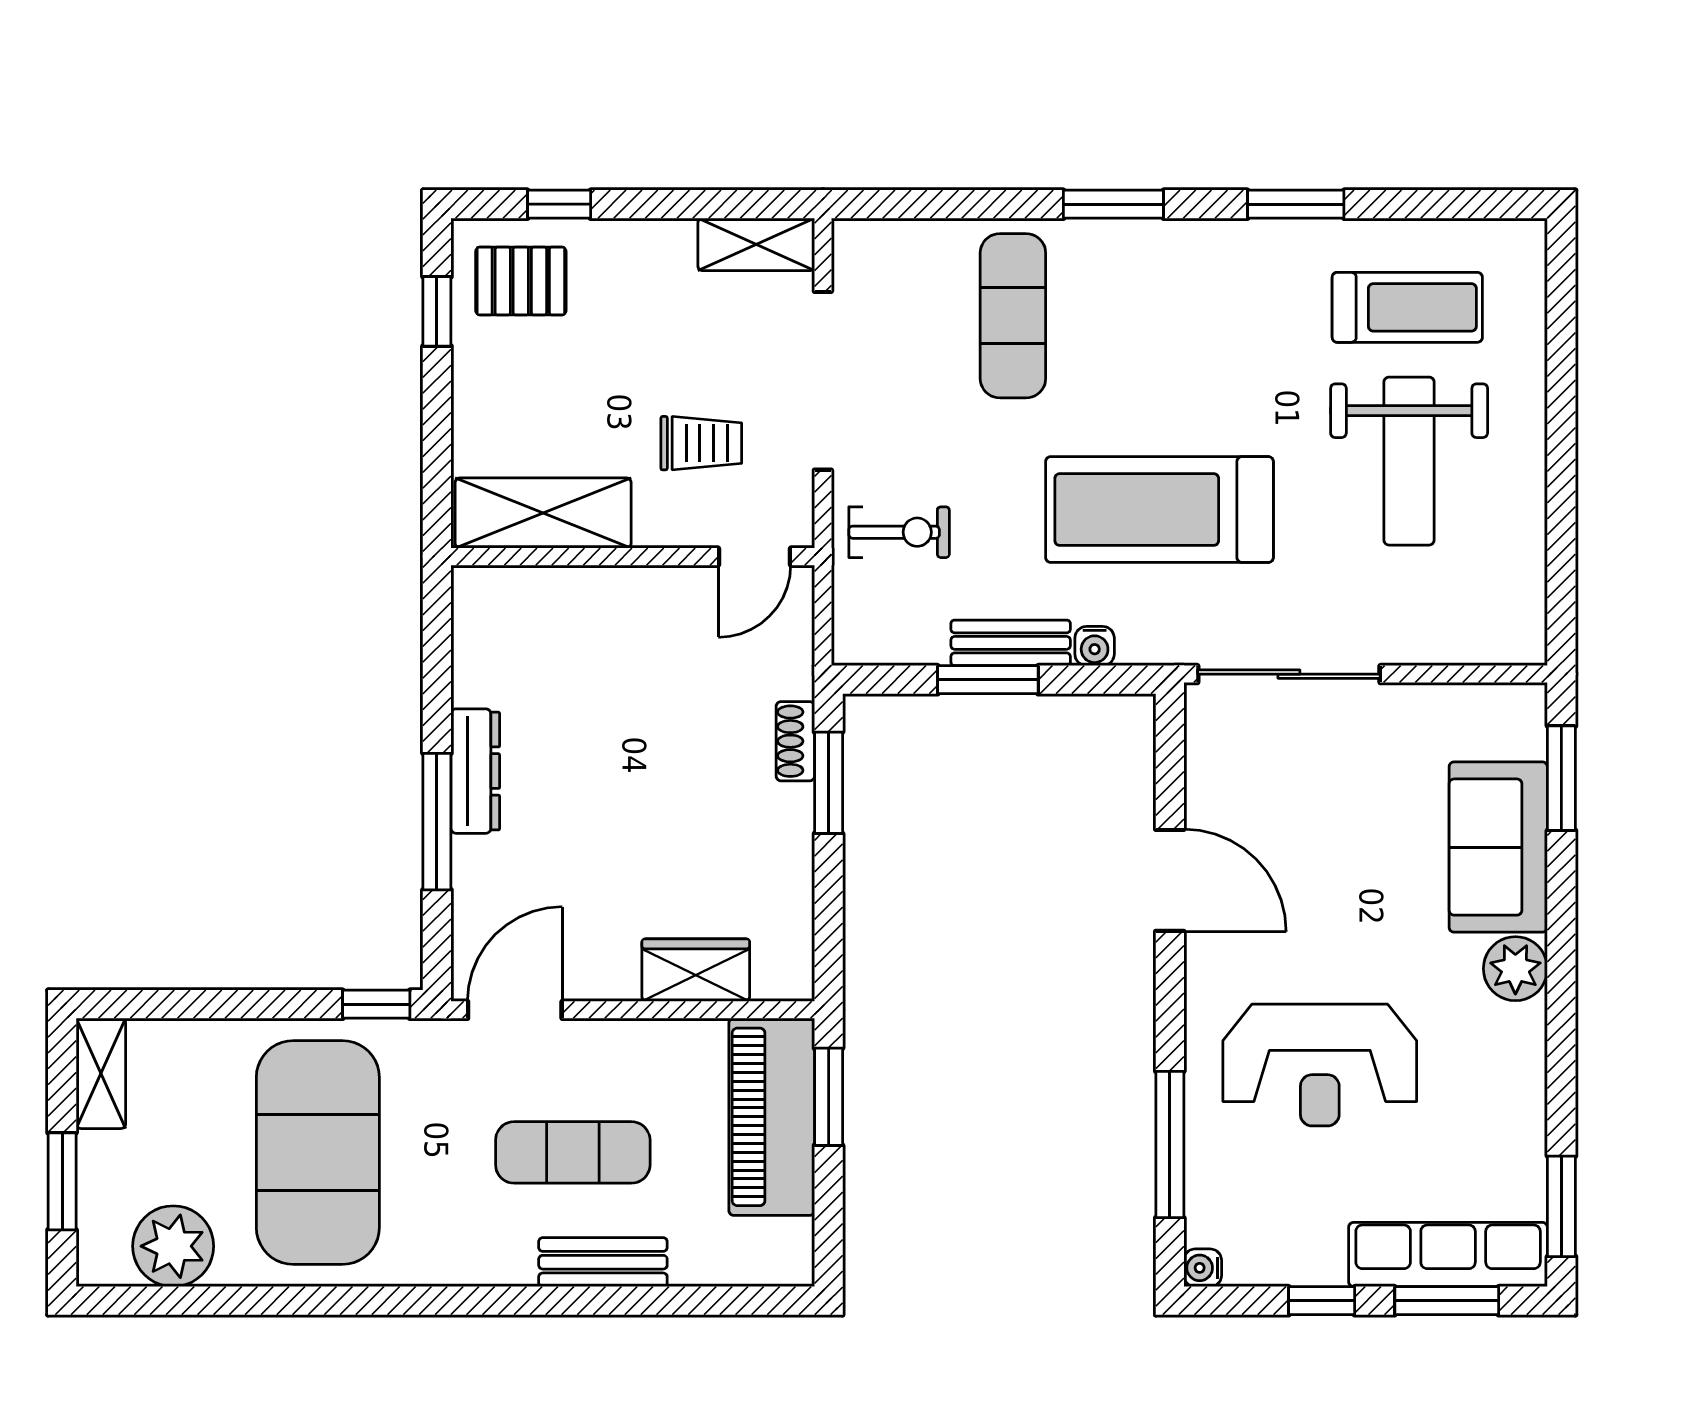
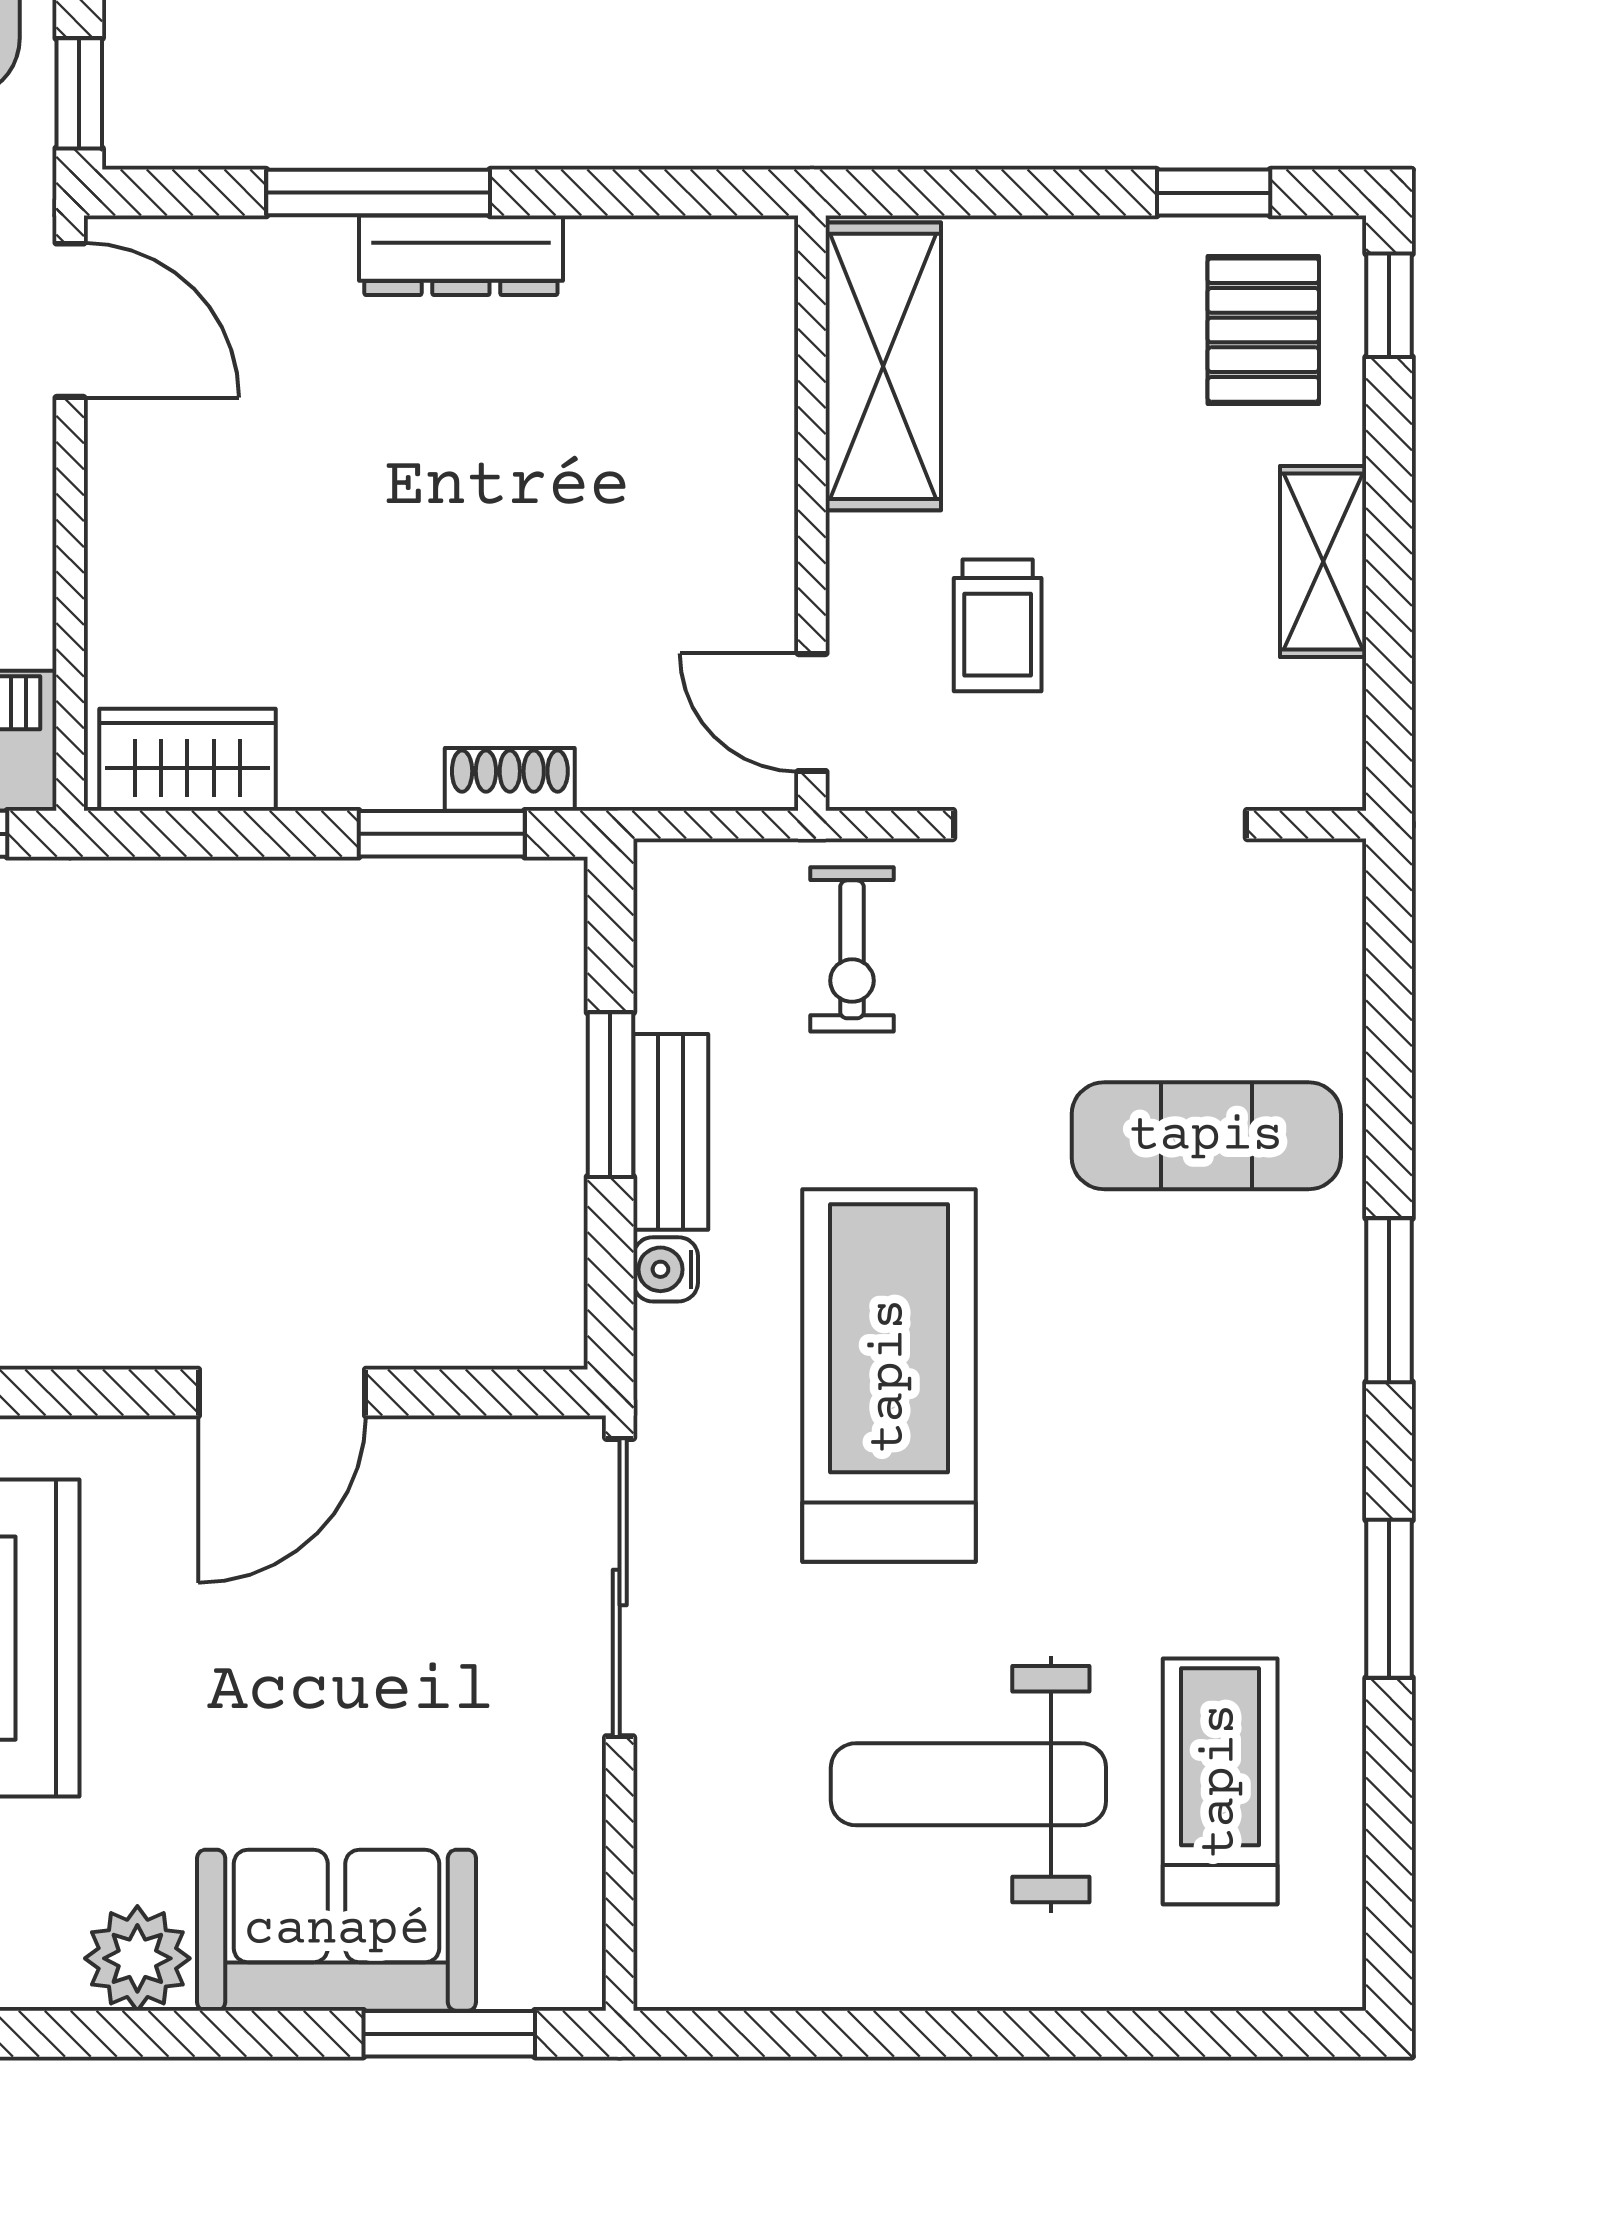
window: (559, 204) -> (1389, 305), moved
shelving: (756, 244) -> (1323, 561), moved
treadmill: (1407, 307) -> (1220, 1781), turned 180
wardrobe: (696, 970) -> (187, 760), moved, turned -90

